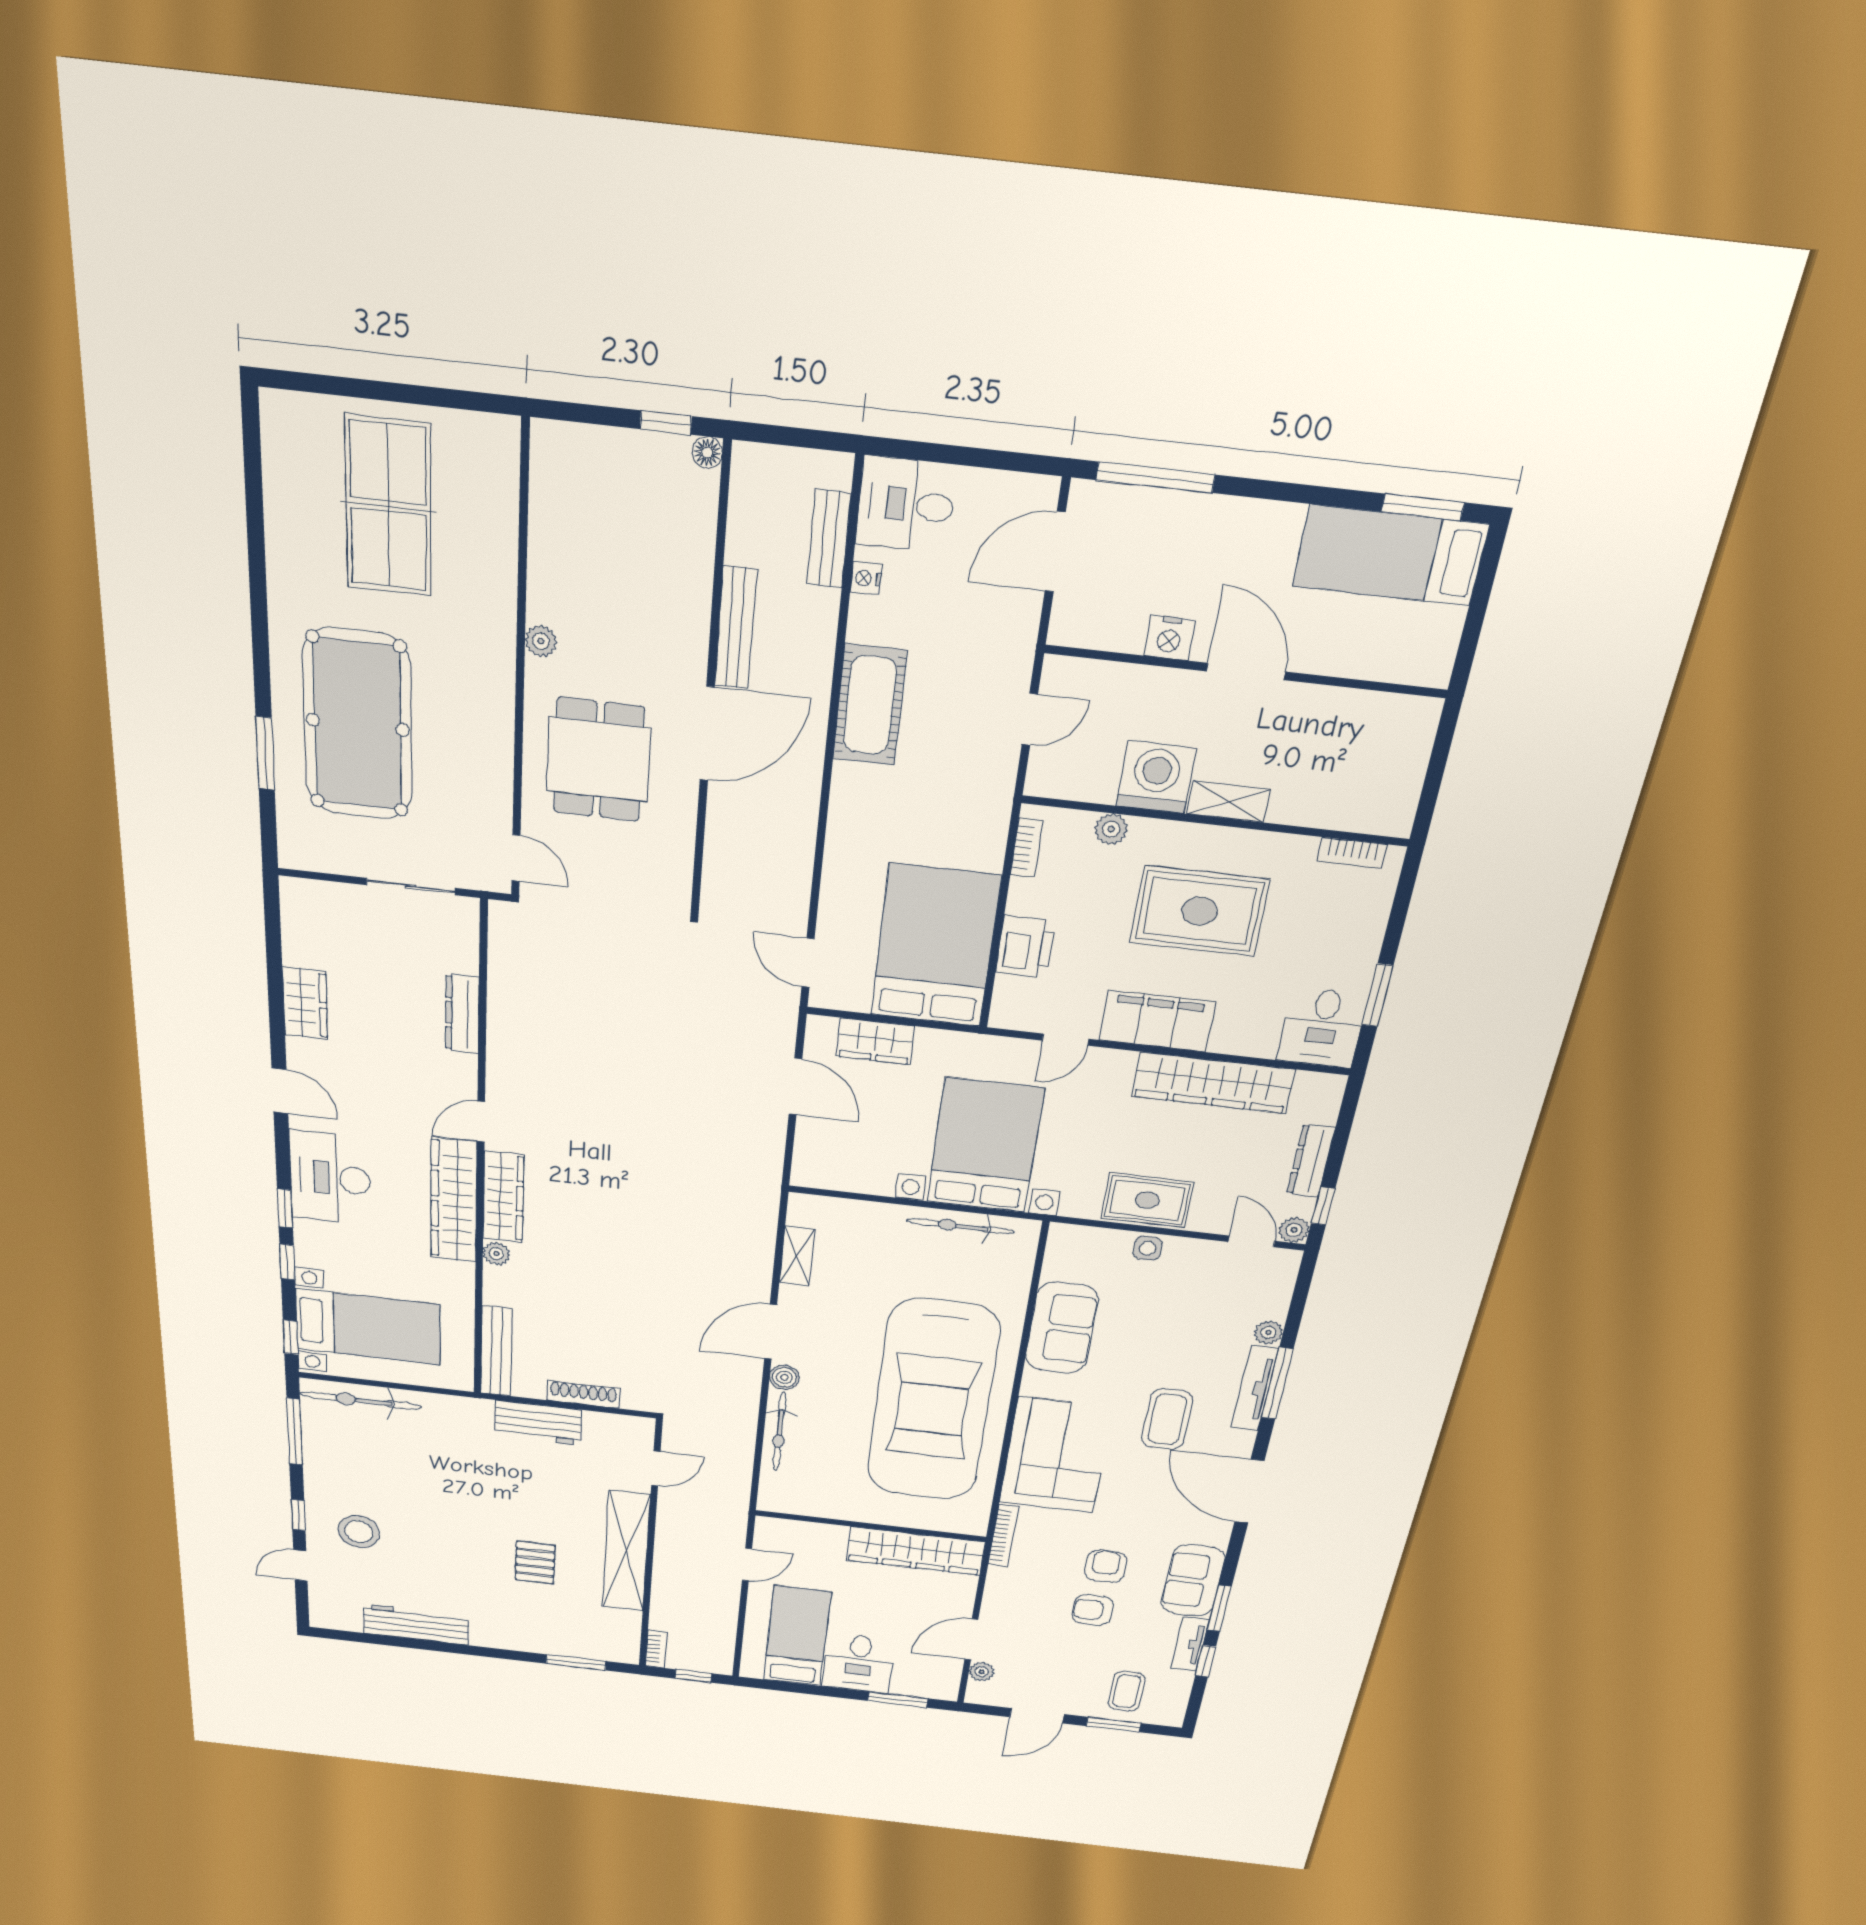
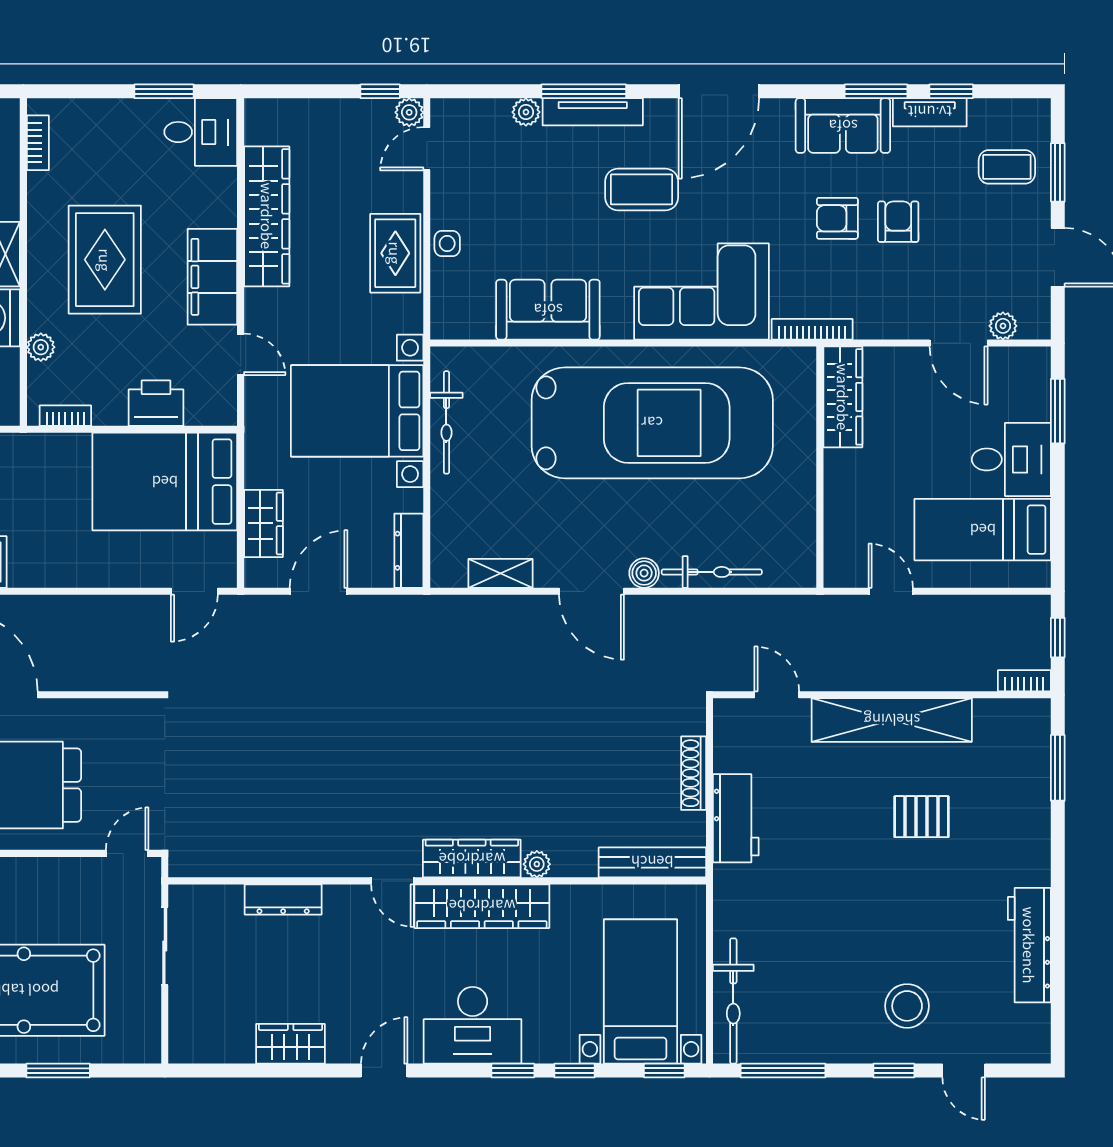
dresser: (1311, 1161) -> (409, 551), moved, turned 90
wardrobe: (915, 1551) -> (843, 397), width x0.71, depth x0.85
armchair: (1093, 1610) -> (898, 222), turned 180

